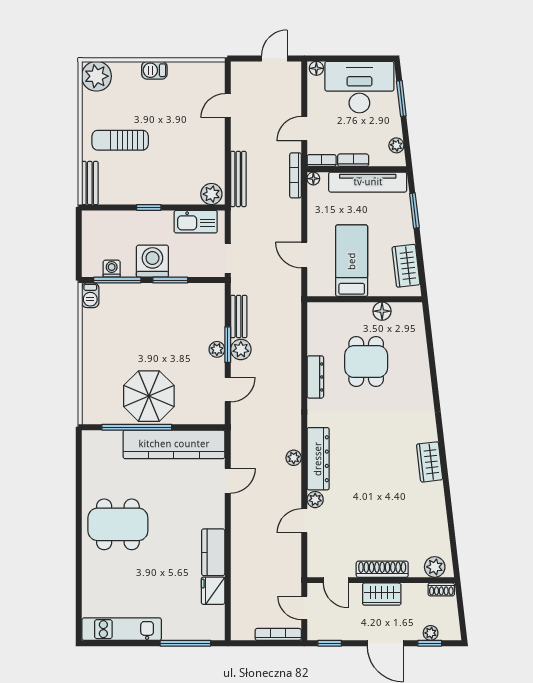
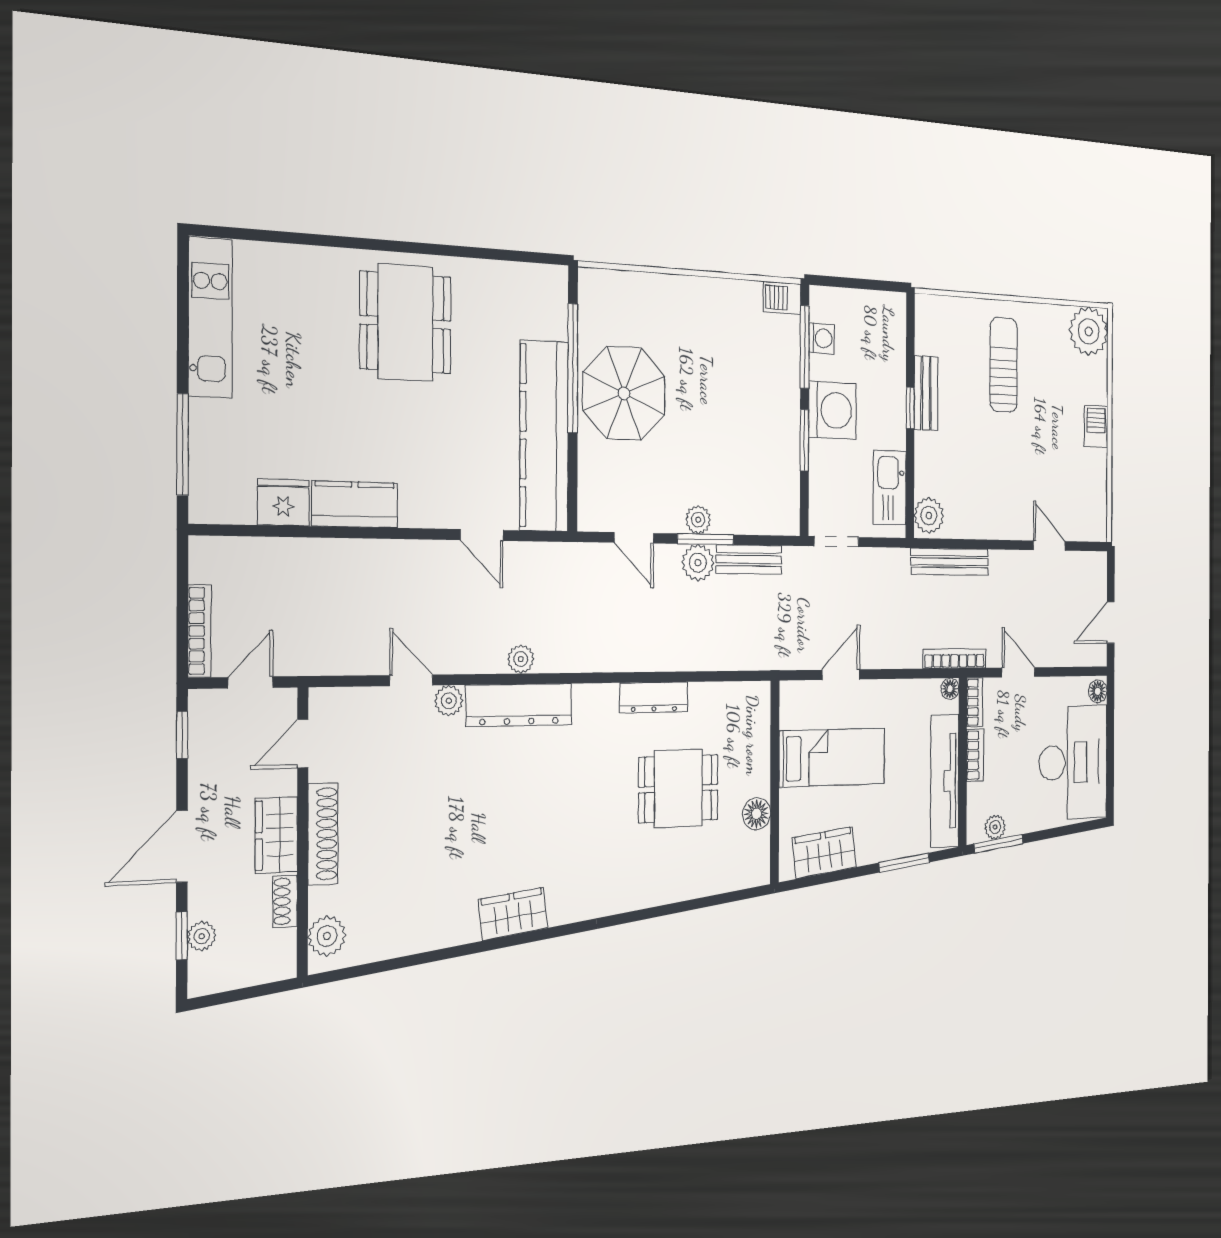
door: (274, 58) -> (1111, 623), swing flipped
window: (401, 98) -> (998, 844), moved
bench: (90, 183) -> (926, 393), moved, turned 90
shoe rack: (441, 589) -> (285, 901), moved

